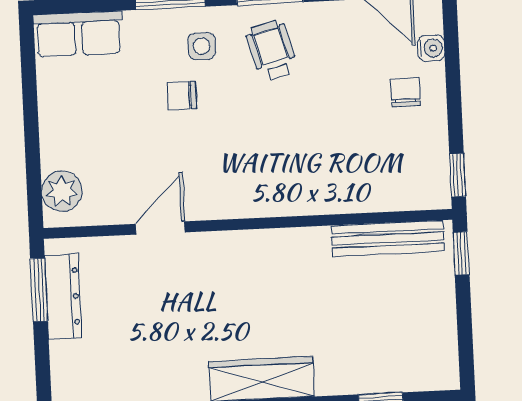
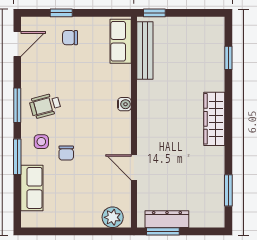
row of seats: (78, 34) -> (32, 188), moved
water cooler: (431, 48) -> (124, 104), moved, turned 90
window: (458, 175) -> (61, 13), moved
row of seats: (403, 191) -> (121, 41), added

